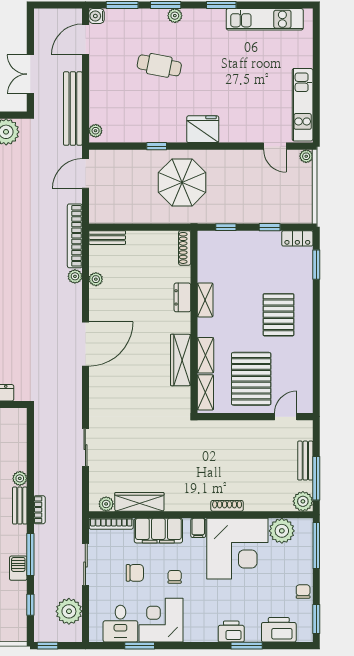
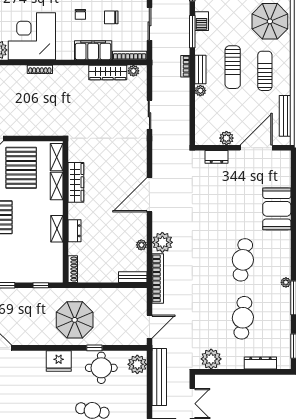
round table: (148, 120) -> (101, 368), added
plant: (96, 131) -> (137, 364), width x1.88, depth x1.88
plant: (75, 276) -> (162, 242), width x1.88, depth x1.88
filing cabinet: (198, 528) -> (62, 52), removed

